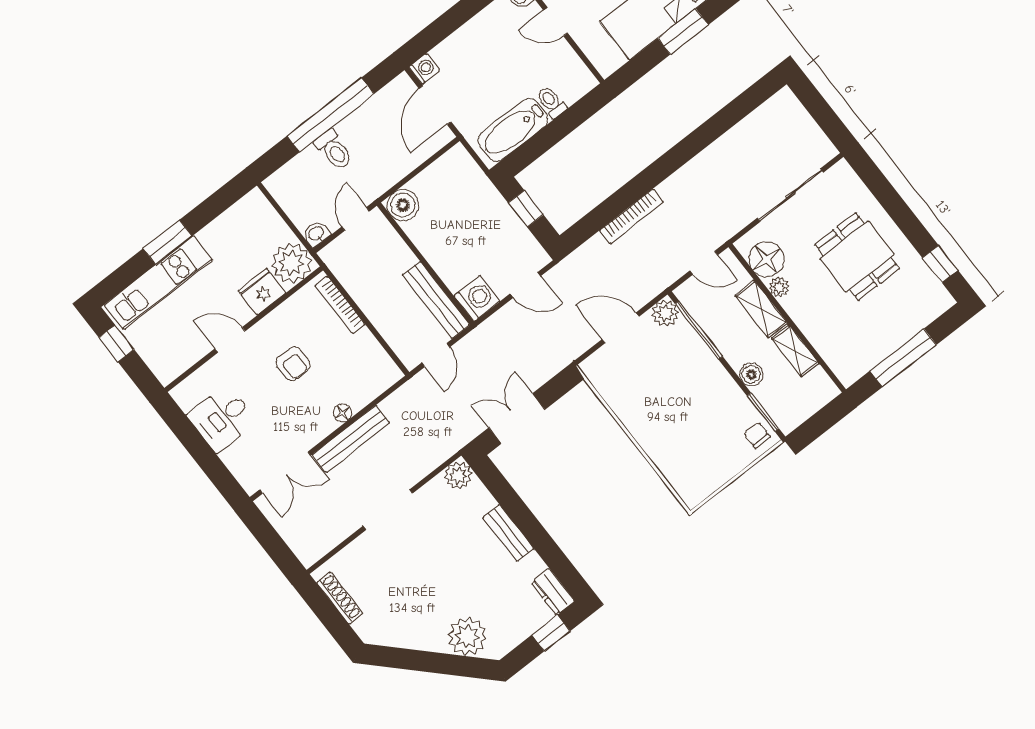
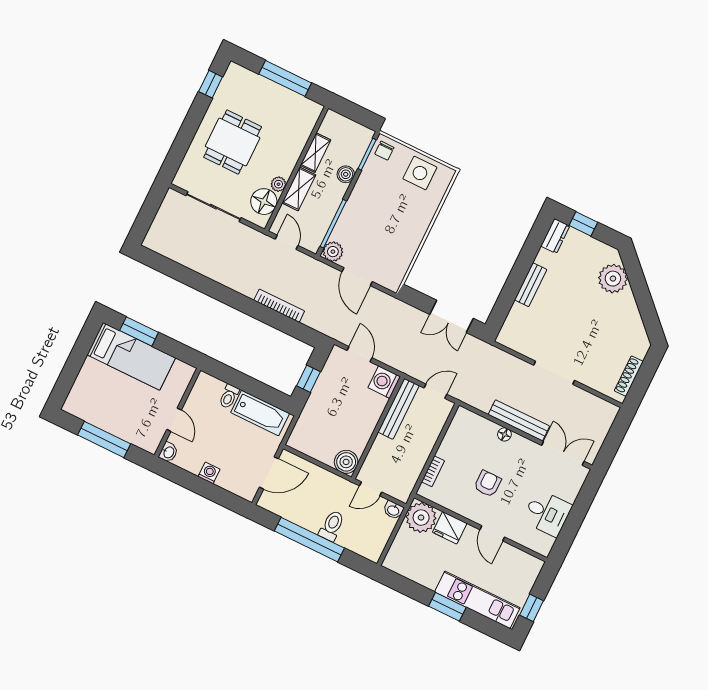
washing machine: (424, 69) -> (209, 473), moved, turned 90
bookcase: (340, 305) -> (433, 471), width x0.64
side table: (709, 465) -> (420, 173), added
plant: (458, 475) -> (508, 337), removed

